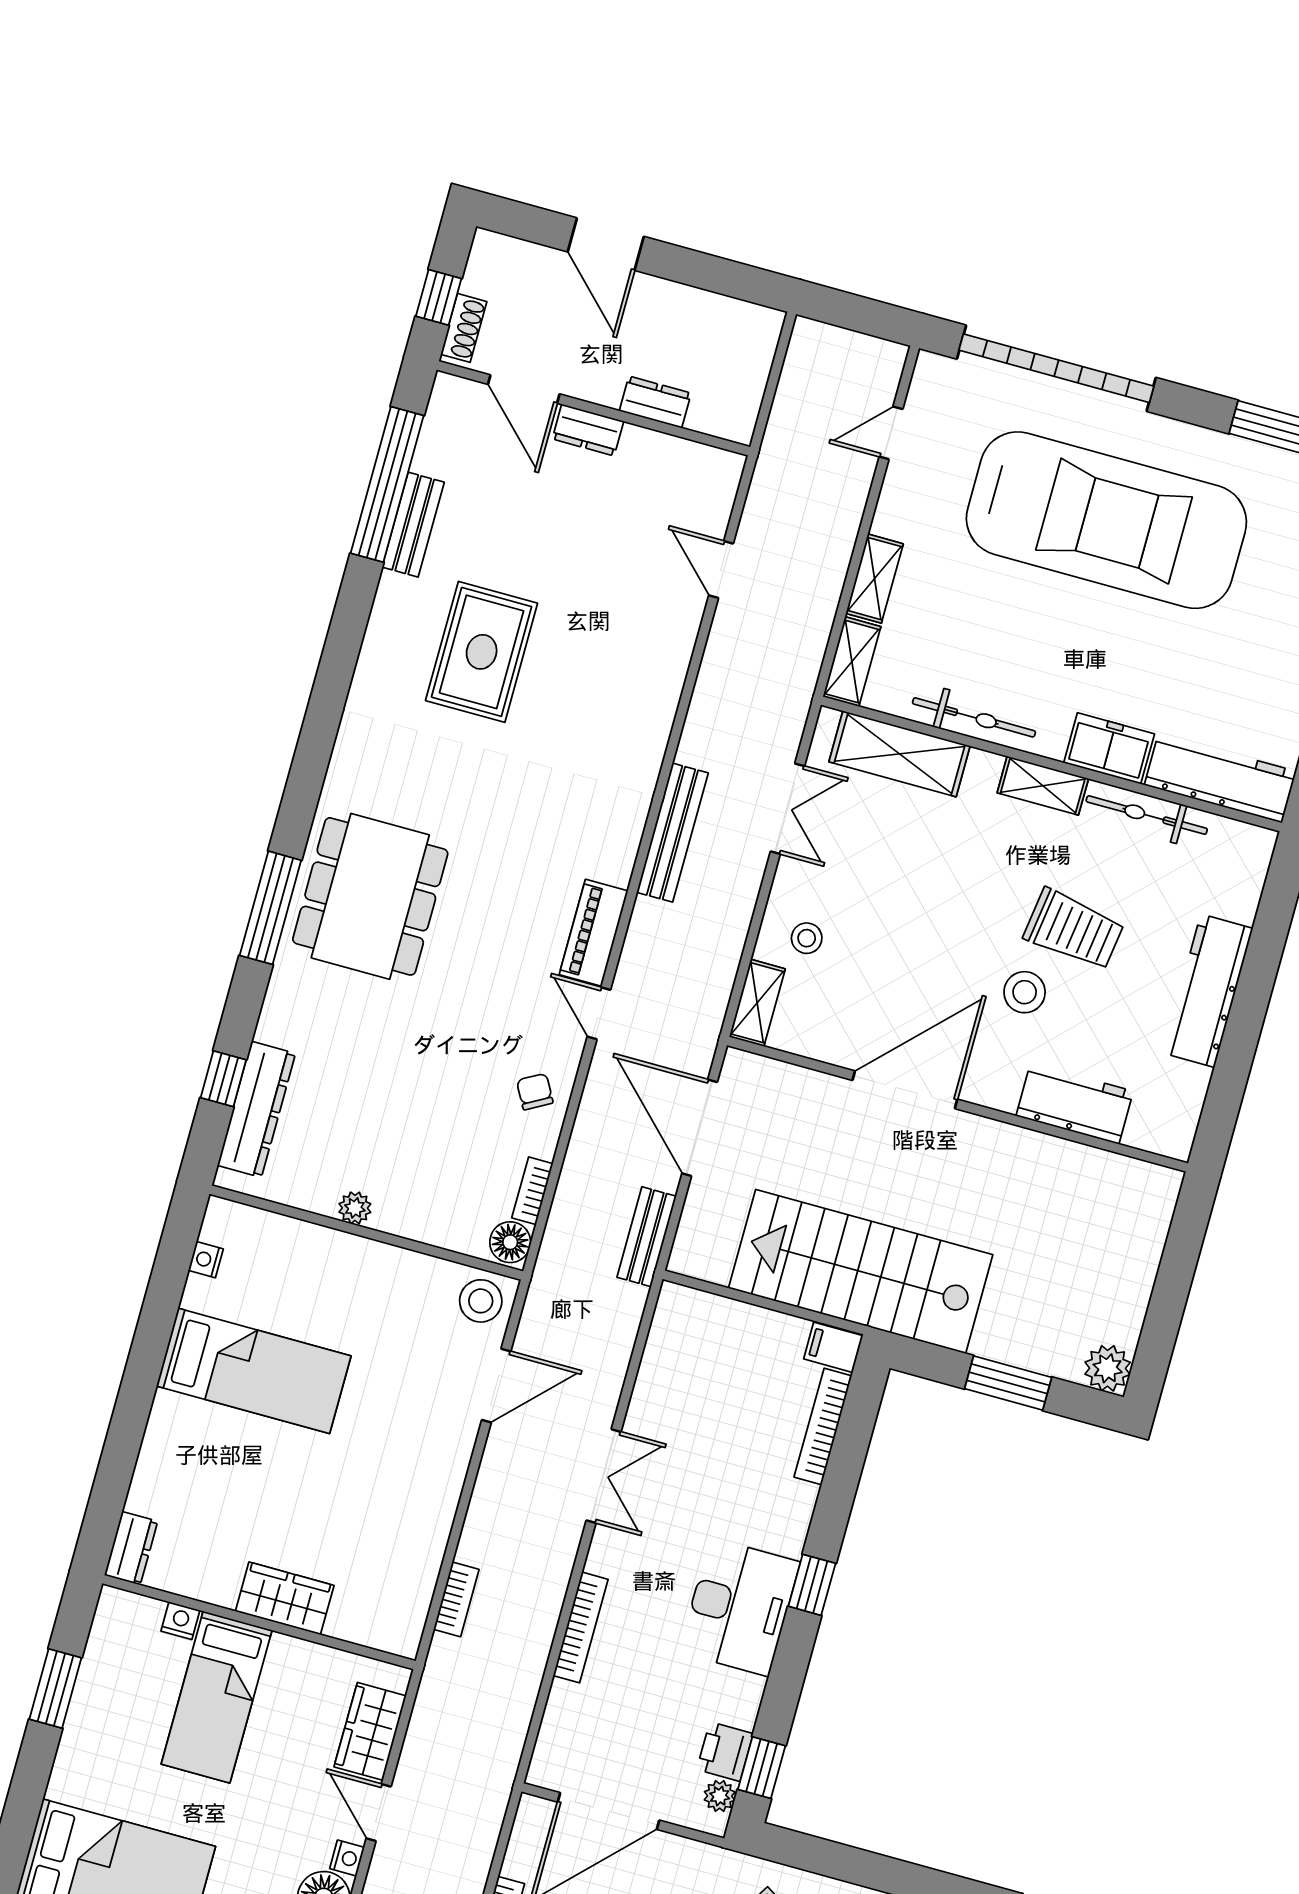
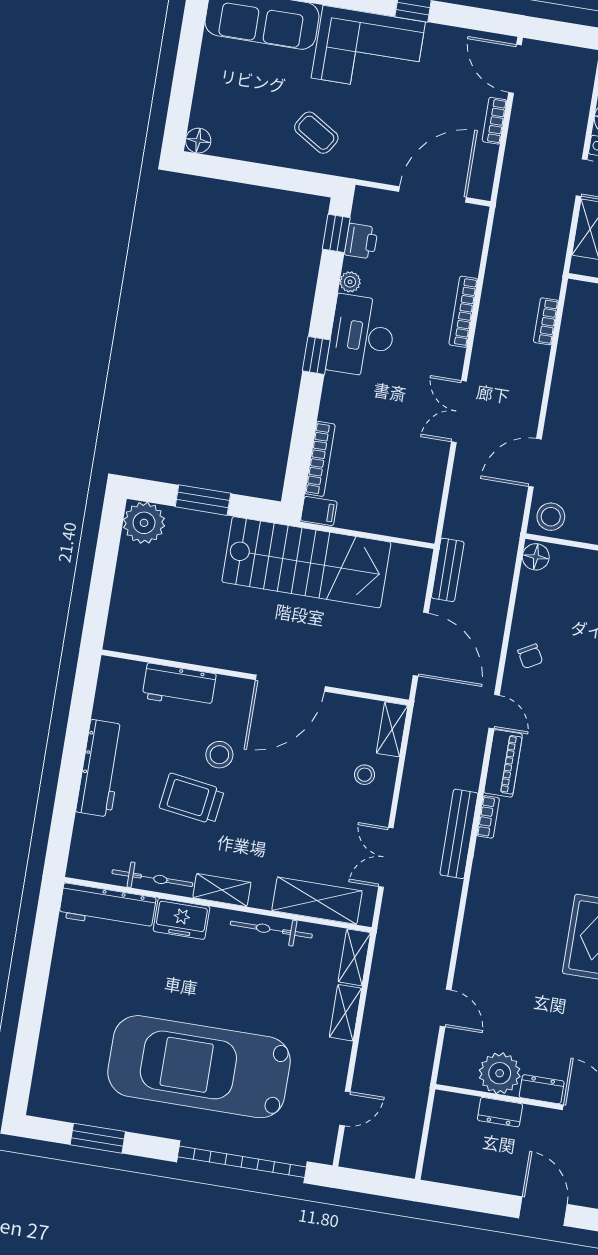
plant: (649, 461) -> (500, 1073), added
bookcase: (532, 1191) -> (488, 817), moved
plant: (1108, 1368) -> (144, 523), width x1.36, depth x1.36
plant: (720, 1796) -> (350, 282), moved

